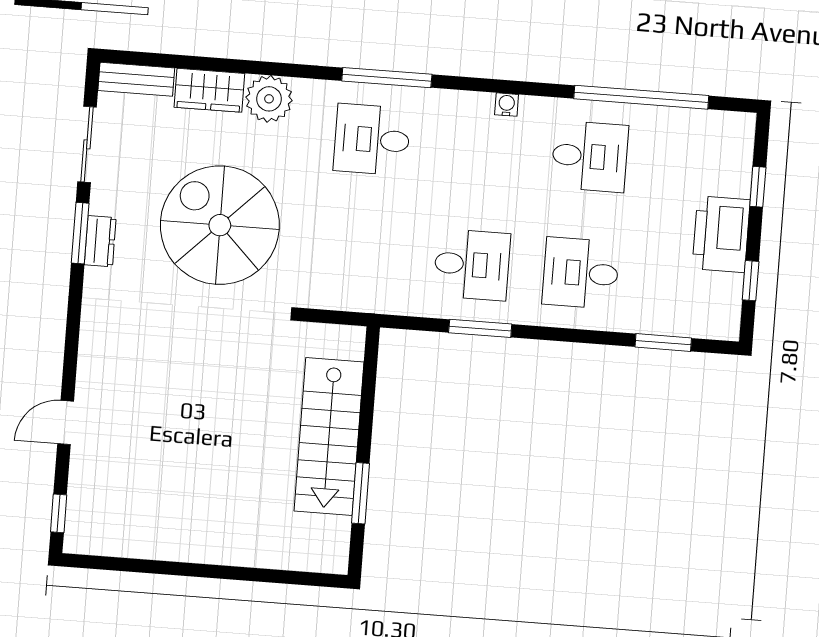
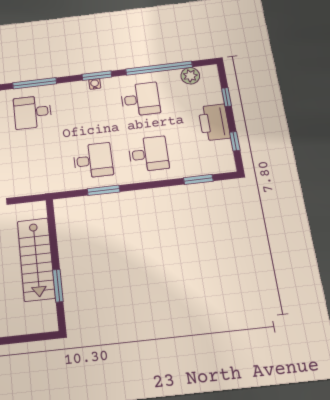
window: (514, 87) -> (97, 76), added
plant: (699, 127) -> (190, 76), added
desk: (581, 273) -> (148, 154), turned 180

